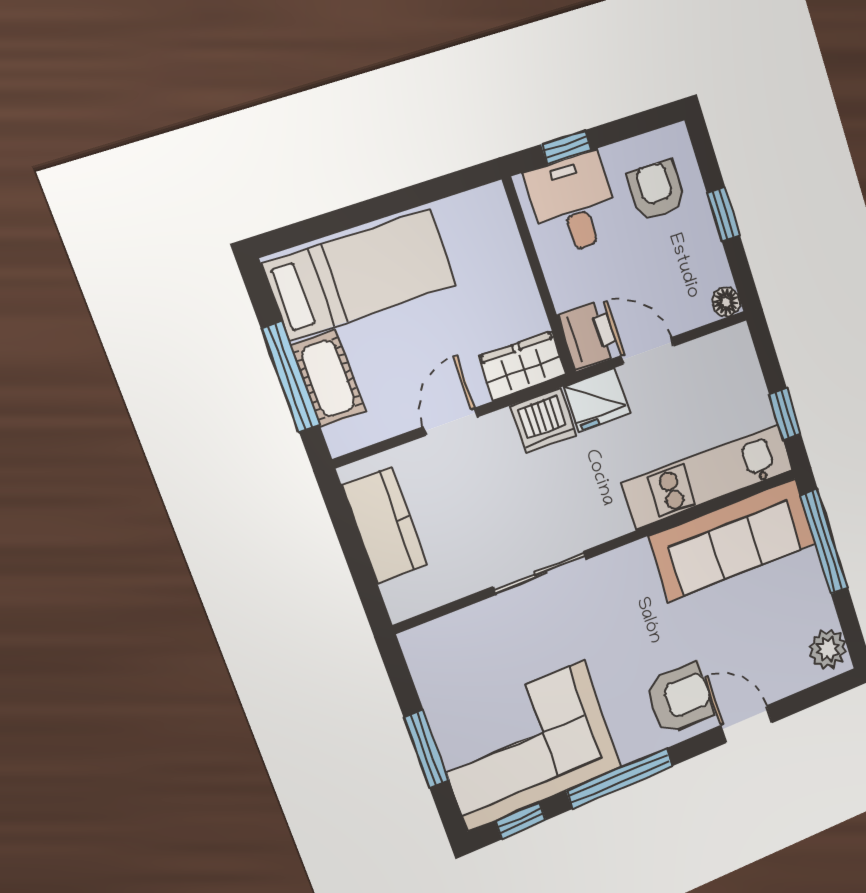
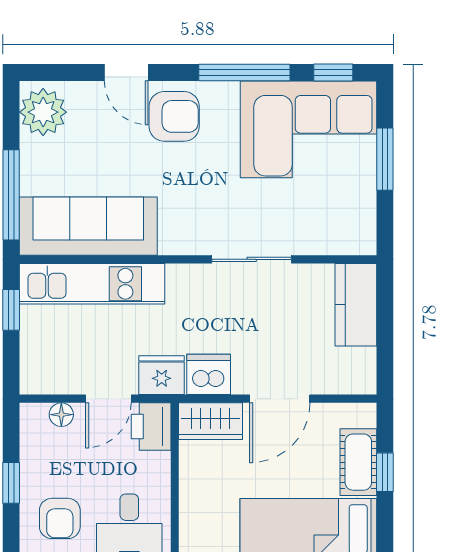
floor lamp: (726, 302) -> (61, 415), moved
door: (647, 351) -> (108, 399), hinge flipped
window: (291, 377) -> (385, 472), width x0.46
door: (451, 422) -> (280, 399), width x1.38
kitchen counter: (384, 525) -> (356, 305), moved
plant: (828, 649) -> (43, 112), width x1.36, depth x1.36
armchair: (680, 698) -> (174, 116), turned 180

